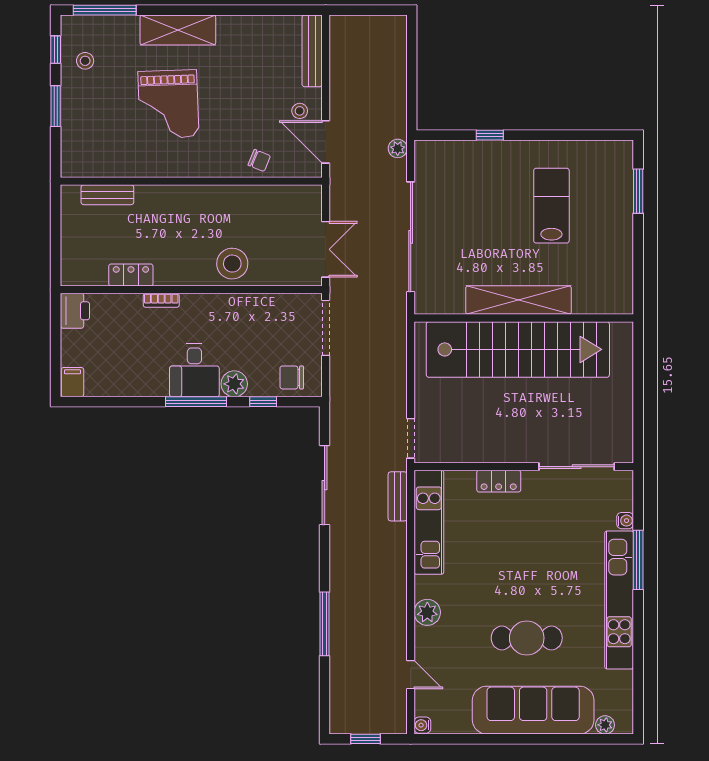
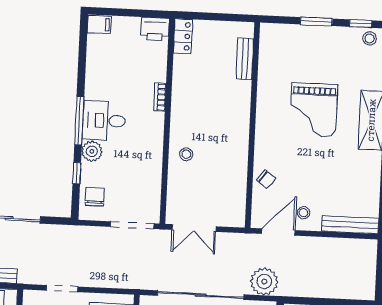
stool: (85, 61) -> (370, 38), moved
grand piano: (168, 104) -> (314, 110), turned -88
plant: (398, 148) -> (264, 281), width x1.88, depth x1.88
chair: (259, 160) -> (266, 179), turned -75
stool: (232, 264) -> (186, 154), width x0.53, depth x0.53
locker: (131, 275) -> (183, 36), moved
doorway: (411, 438) -> (62, 289), moved

